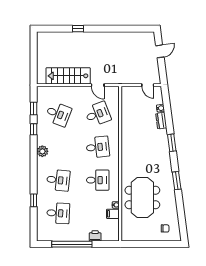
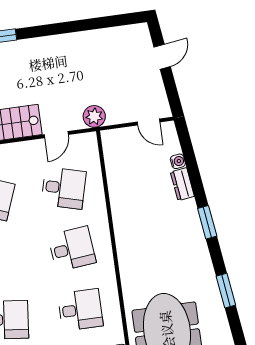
plant: (119, 78) -> (94, 116), added
door: (98, 85) -> (56, 135), hinge flipped
desk: (98, 114) -> (64, 188), turned 36

